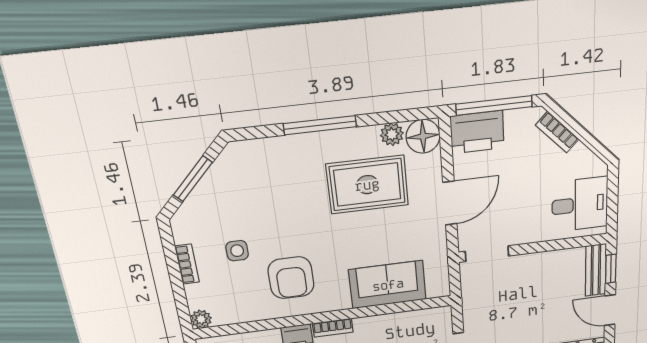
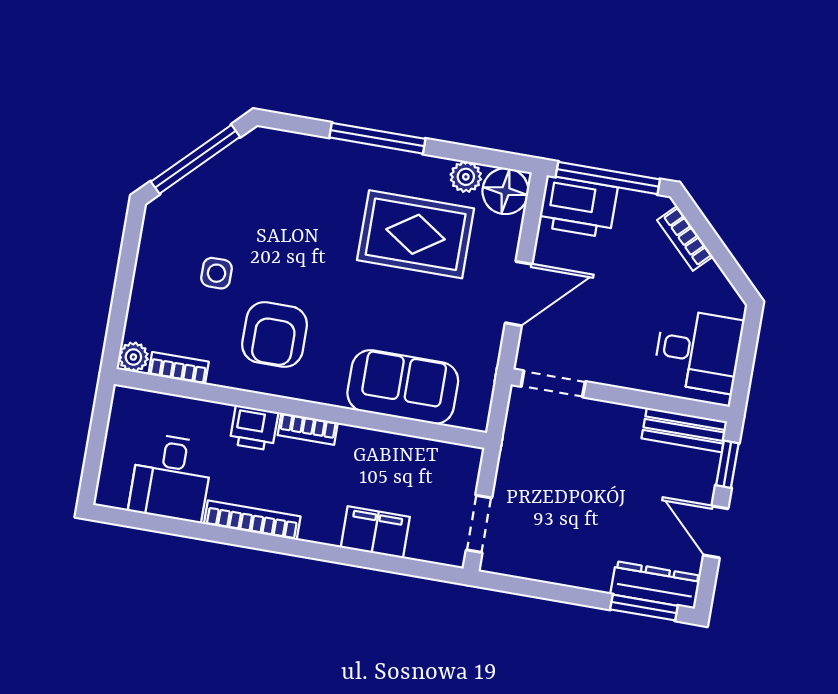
window: (193, 179) -> (195, 159), width x1.44
bookcase: (187, 264) -> (179, 368), moved, turned -90
bench: (596, 270) -> (684, 430), moved, turned 90

